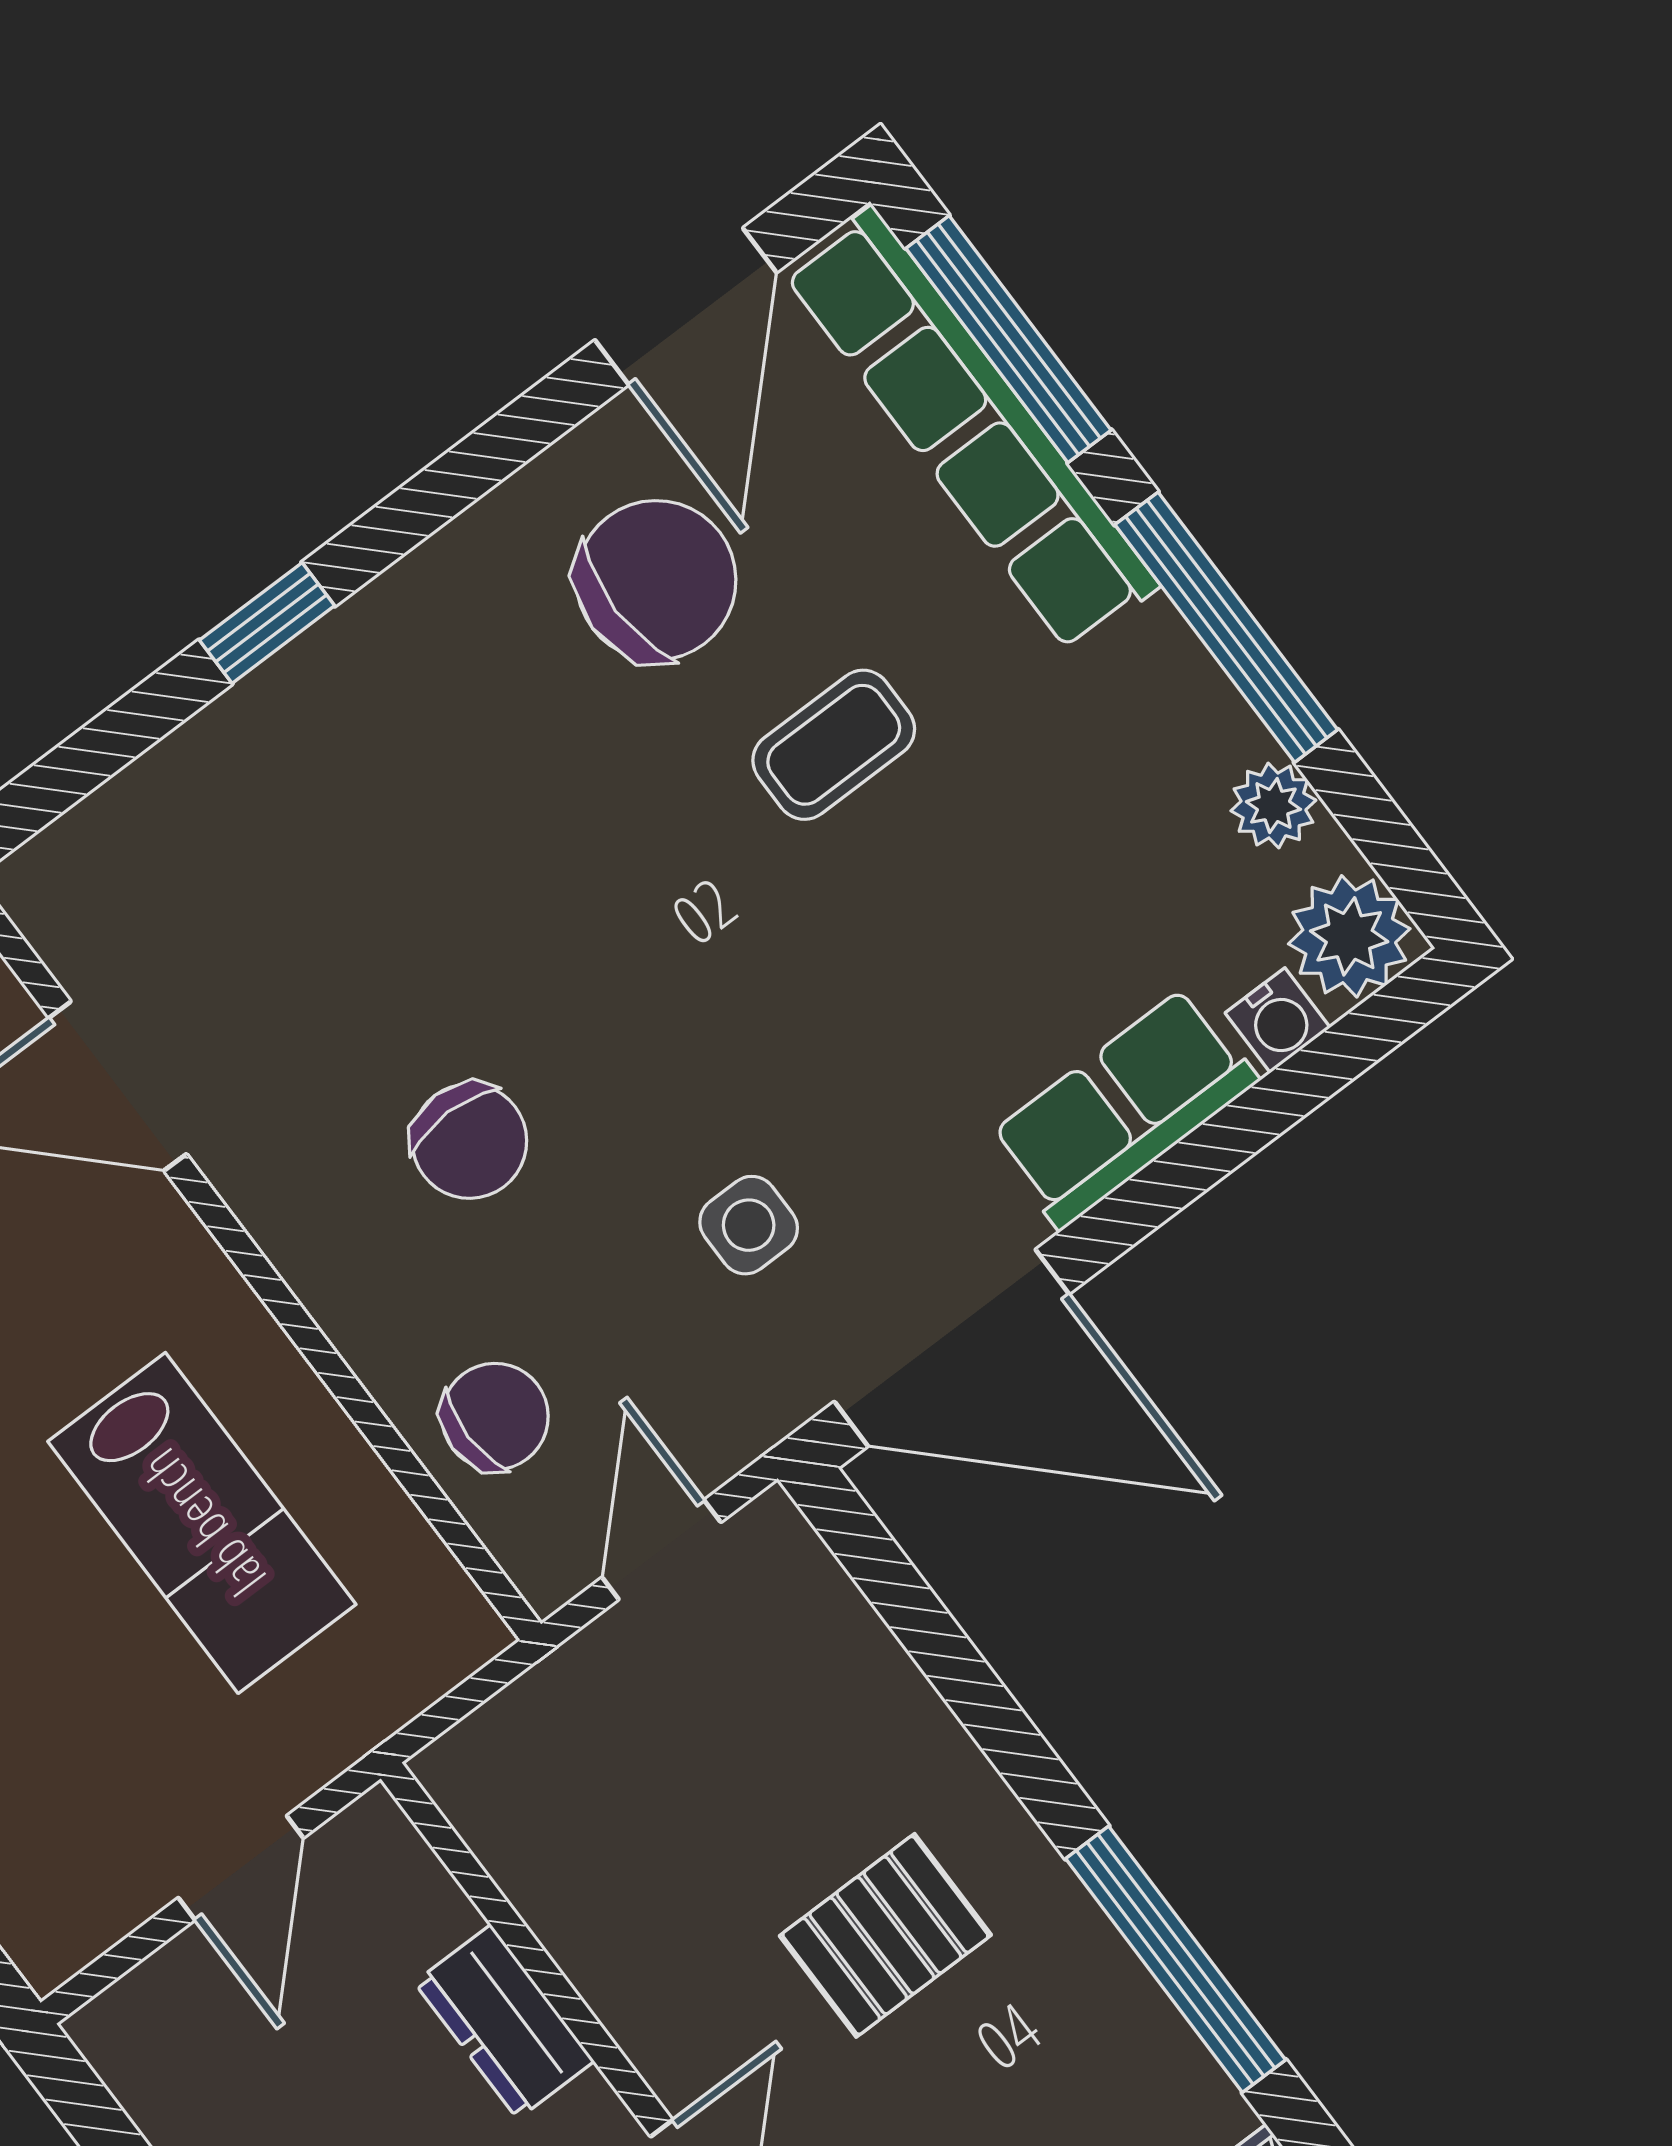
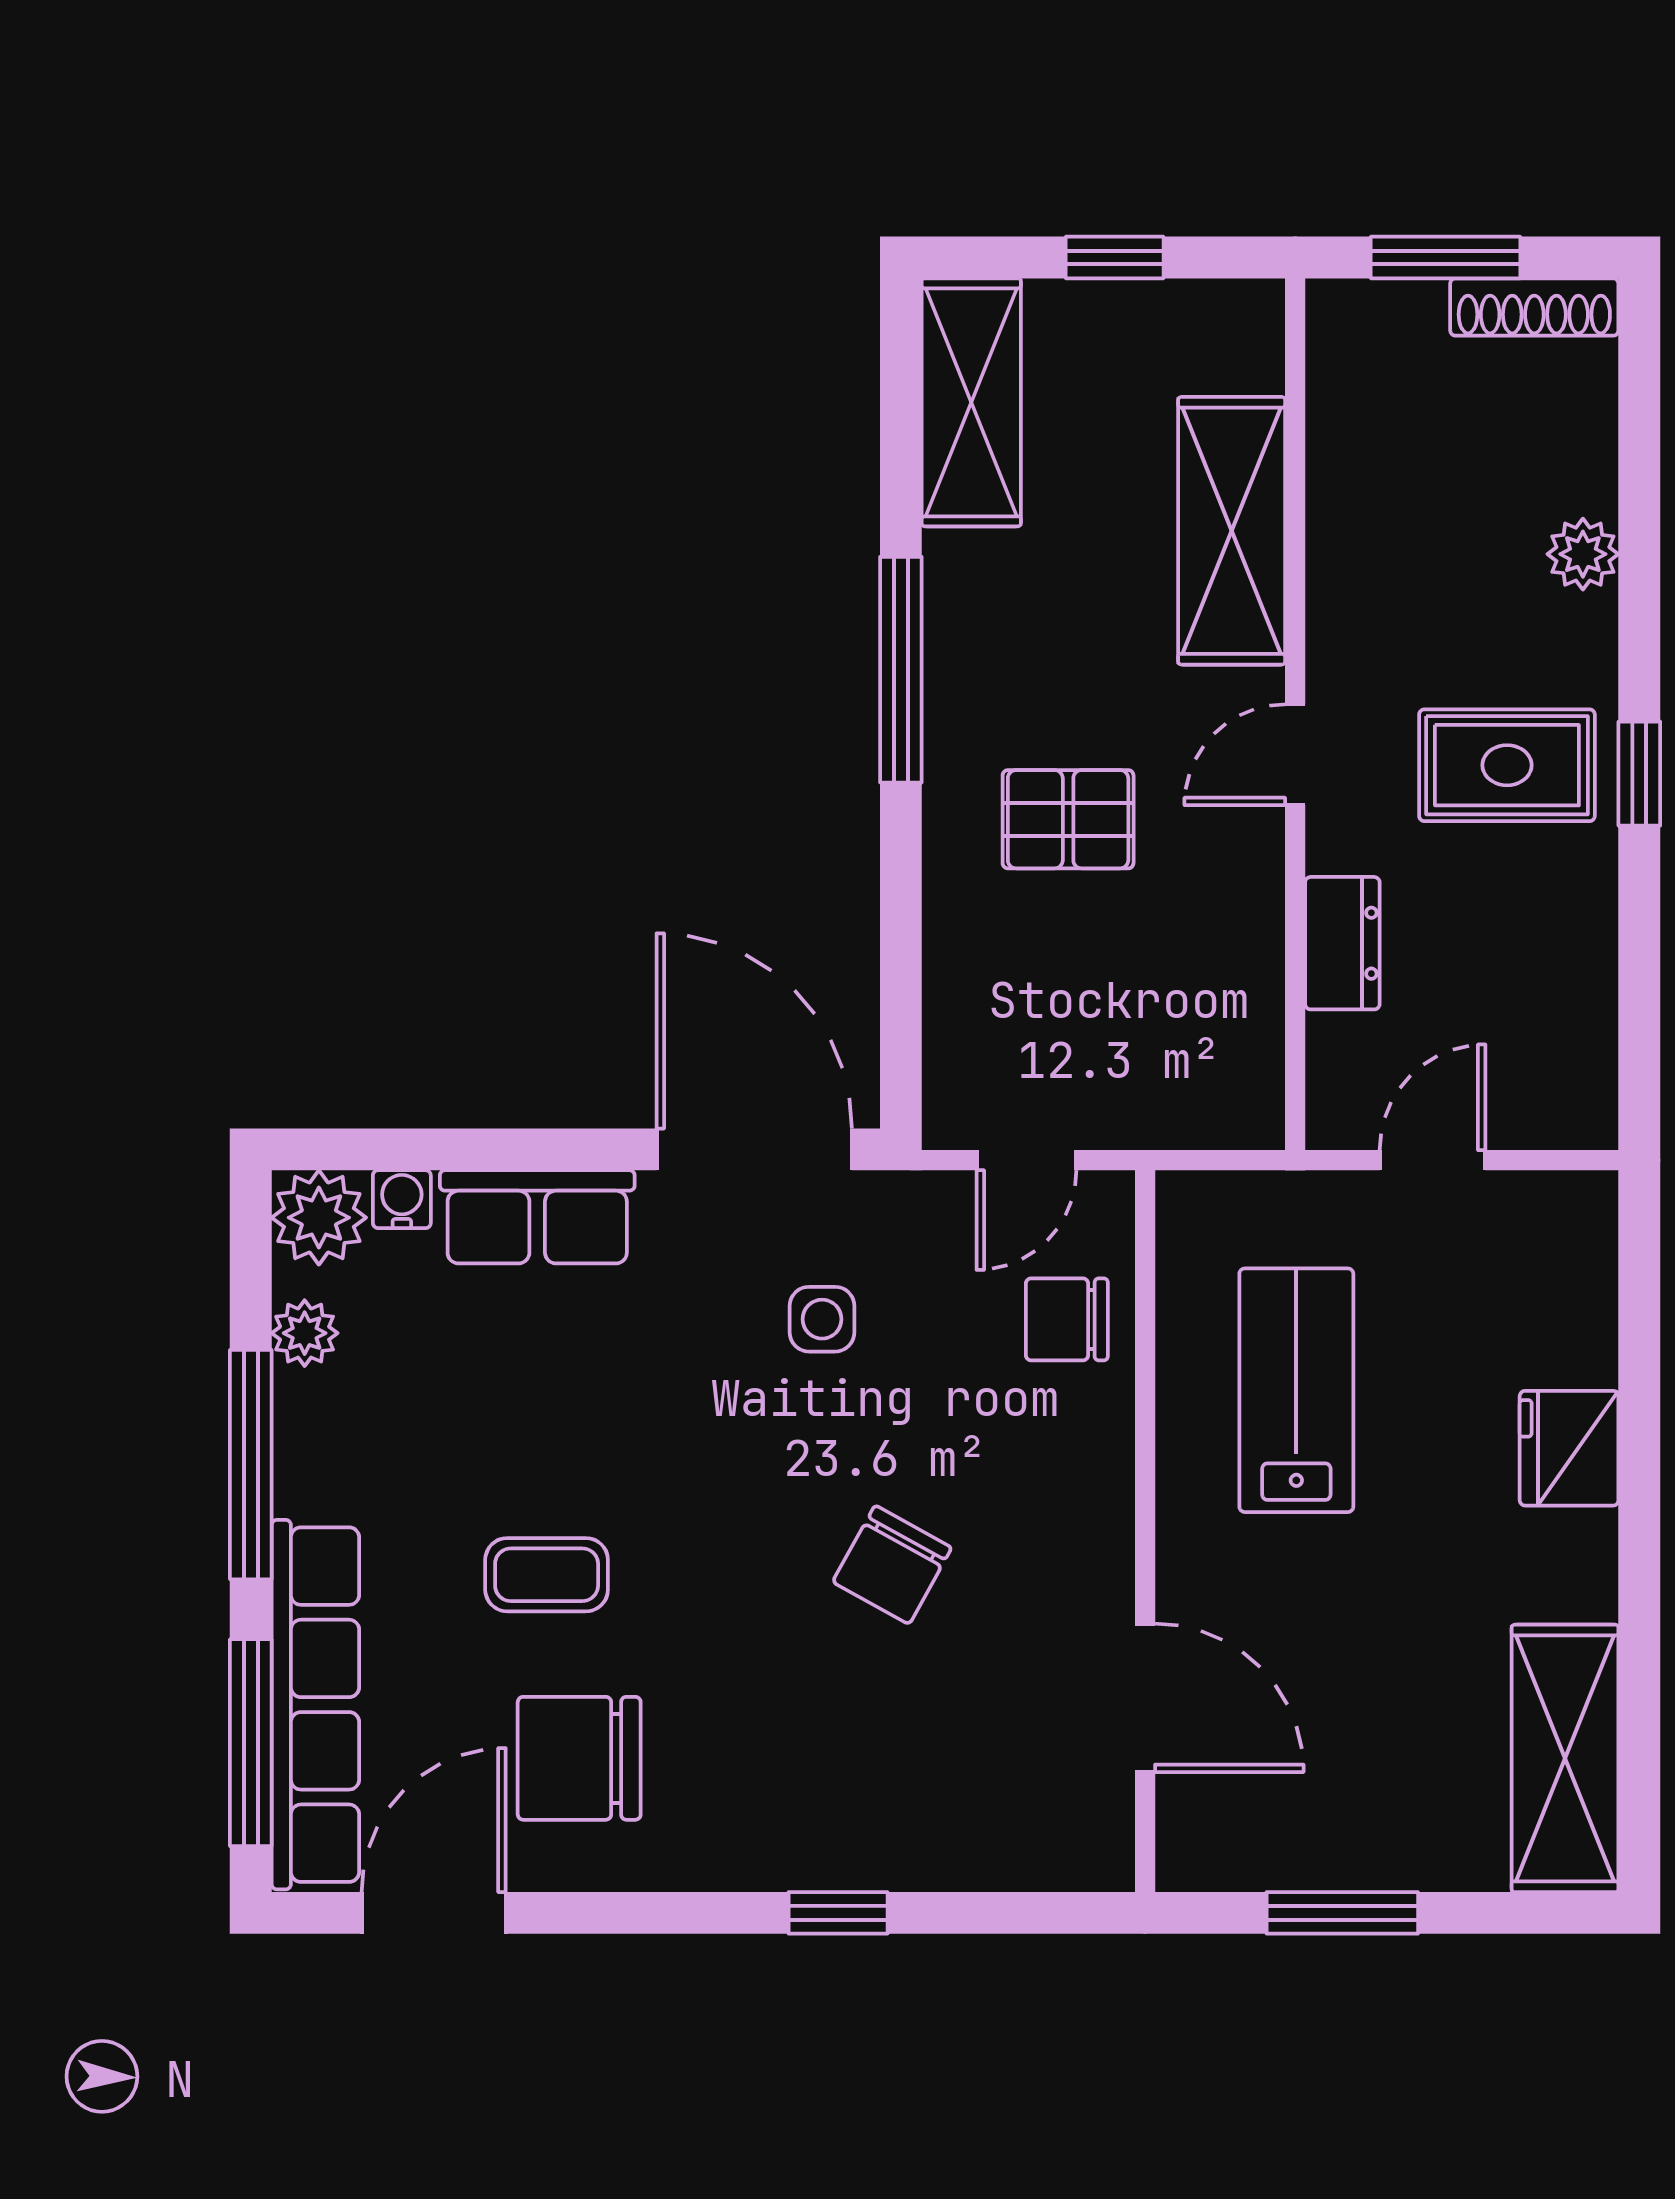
chair: (469, 1141) -> (892, 1565), moved, turned -151

